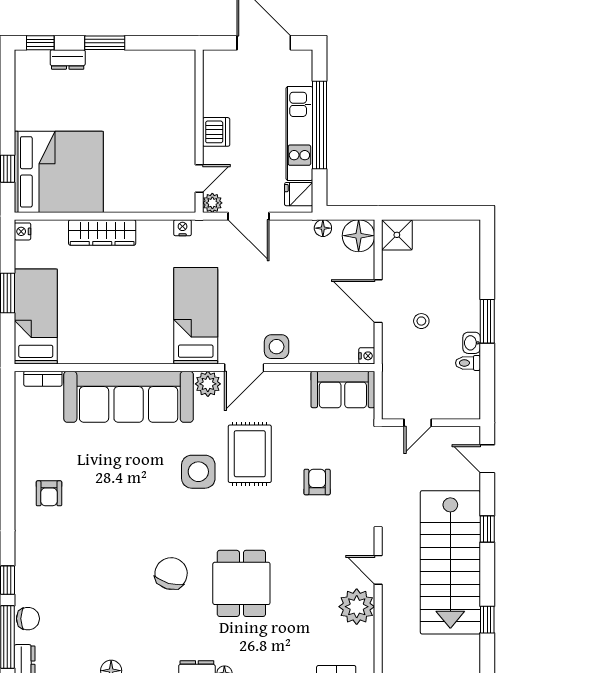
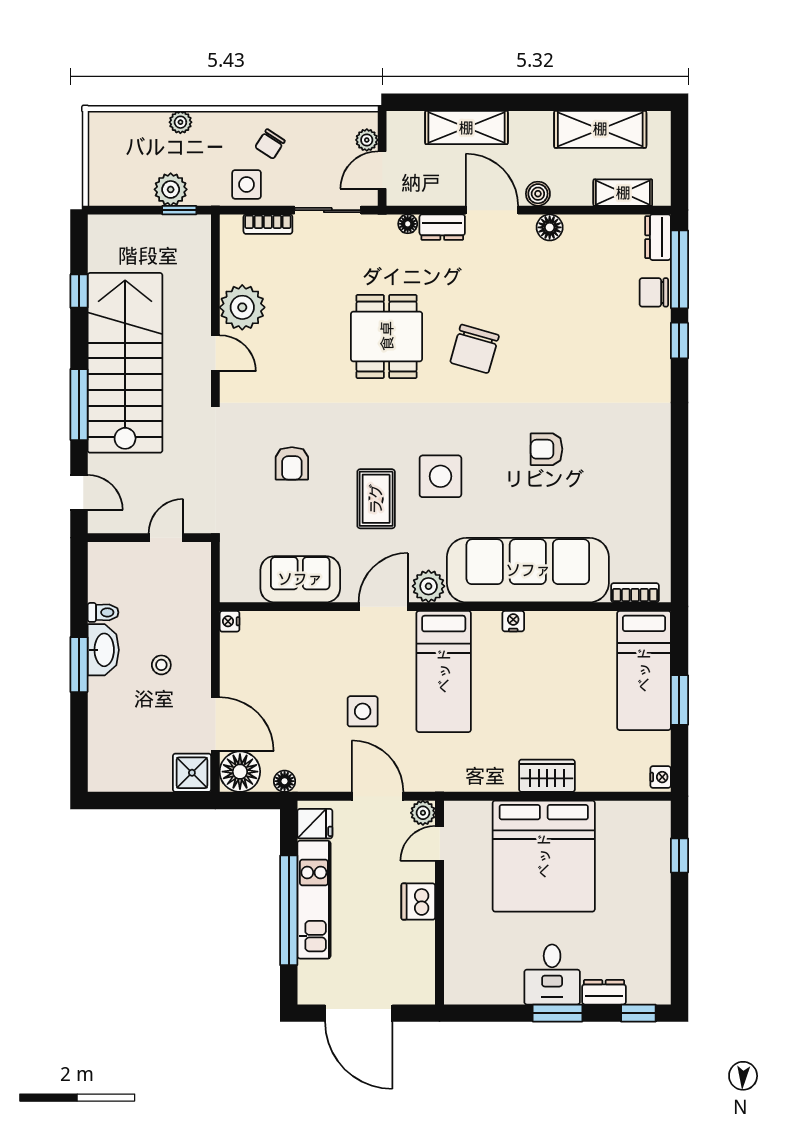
desk: (109, 74) -> (552, 974), added
bed: (59, 172) -> (544, 856), moved, turned -90
nightstand: (183, 228) -> (513, 621), moved, turned 180
wardrobe: (102, 232) -> (547, 776), width x0.67
door: (378, 301) -> (215, 724), moved
washbasin: (472, 343) -> (103, 650), width x1.91, depth x1.45
side table: (277, 347) -> (363, 711), moved
sofa: (343, 389) -> (300, 579), moved
rug: (250, 454) -> (376, 499), width x0.73, depth x0.70
armchair: (49, 493) -> (547, 449), moved, turned -90
window: (487, 529) -> (79, 405), width x2.17

